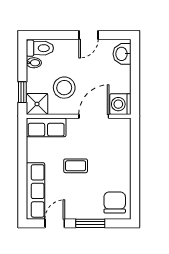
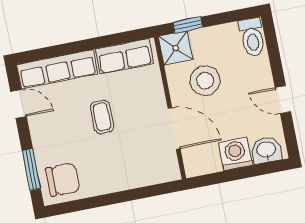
bidet: (34, 63) -> (231, 33), removed
washing machine: (120, 104) -> (235, 154), moved
row of seats: (46, 127) -> (124, 56), moved, turned -90
window: (90, 223) -> (31, 170), moved

